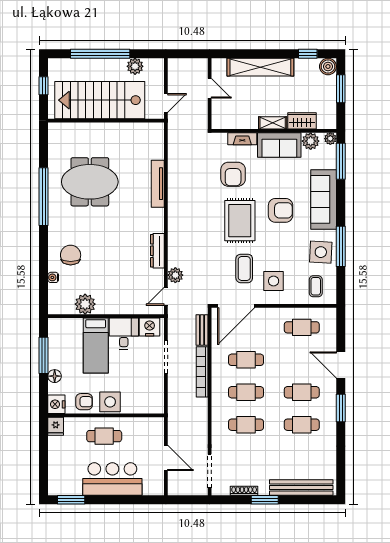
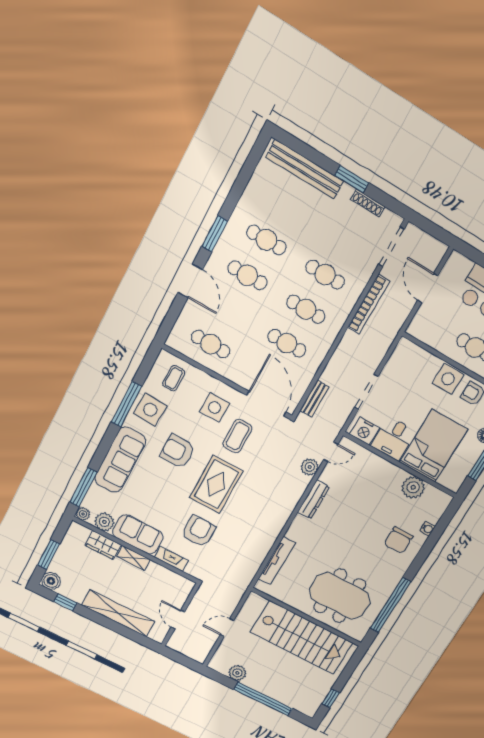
stairs: (100, 100) -> (302, 638), moved
wall: (106, 121) -> (307, 617), moved
armchair: (281, 210) -> (178, 451), moved
door: (236, 306) -> (266, 404), hinge flipped
bed: (96, 345) -> (434, 446), width x1.50
bookcase: (202, 372) -> (369, 304), moved

